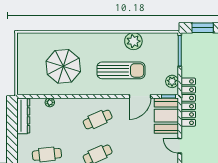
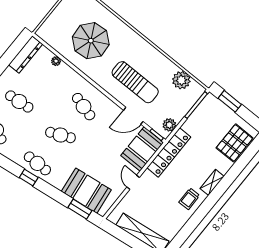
plant: (133, 41) -> (181, 80), moved
cafe table: (98, 119) -> (84, 107), turned 39

